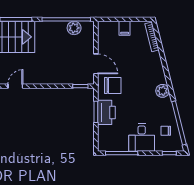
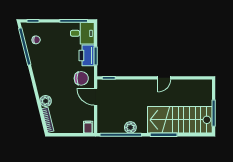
plant: (74, 28) -> (130, 127), moved
filing cabinet: (125, 28) -> (88, 127), moved
chair: (113, 86) -> (81, 78), turned 180
plant: (162, 91) -> (46, 101), moved
desk: (142, 137) -> (82, 33), moved, turned 90

